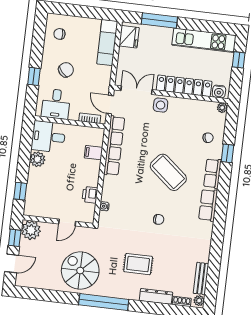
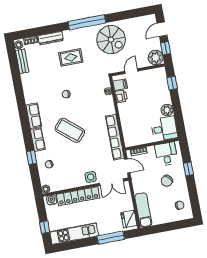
filing cabinet: (93, 153) -> (120, 85), moved

